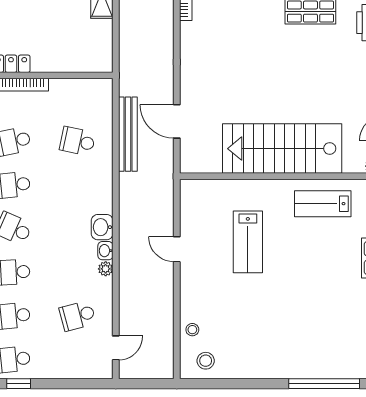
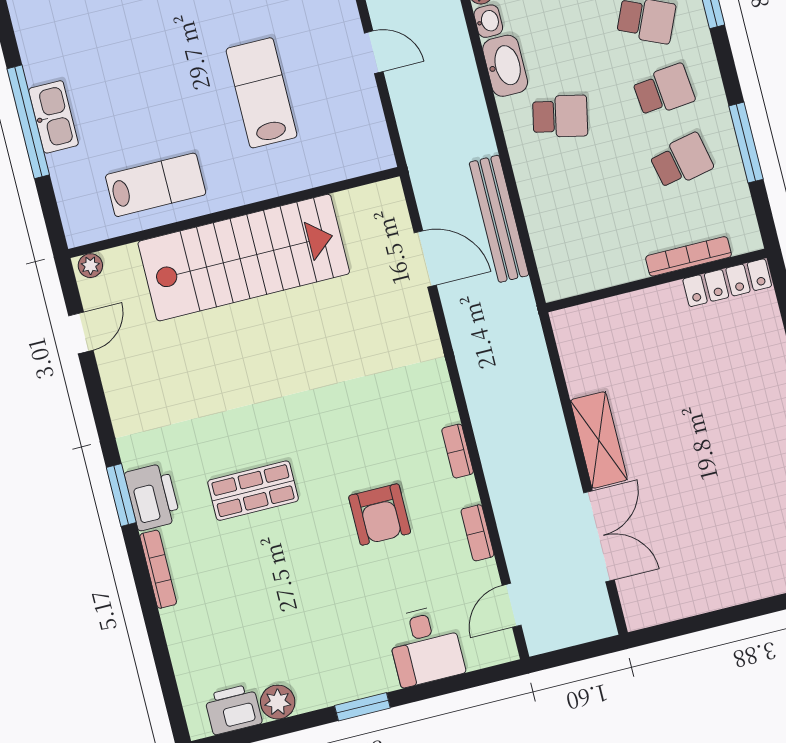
school desk: (77, 141) -> (560, 116), moved
washbasin: (102, 227) -> (505, 66), width x1.38

